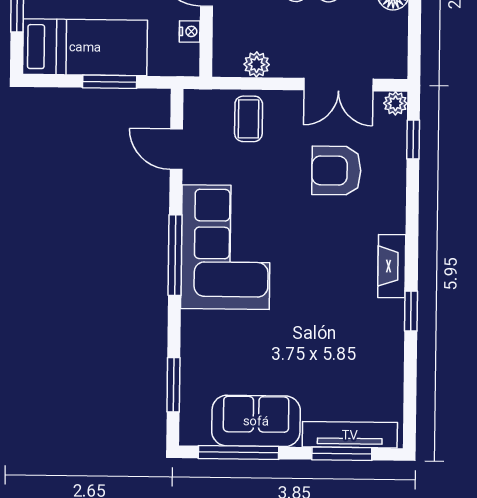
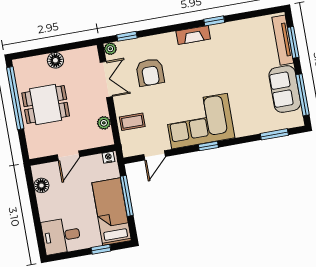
nightstand: (190, 31) -> (108, 157), moved
window: (110, 82) -> (127, 196), width x1.44
window: (175, 255) -> (208, 146), width x0.46

